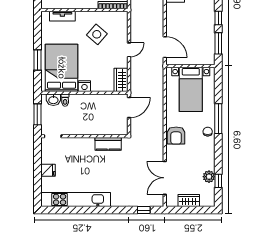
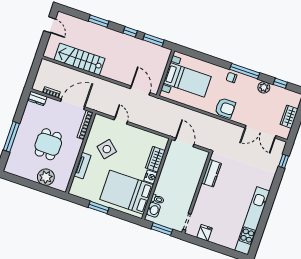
tv unit: (62, 16) -> (82, 166), moved
door: (165, 47) -> (140, 91), hinge flipped
door: (129, 50) -> (121, 121), moved
window: (37, 60) -> (99, 207), moved
wardrobe: (121, 80) -> (155, 159), moved, turned 90
window: (218, 119) -> (245, 71), moved
fridge: (48, 170) -> (205, 233), moved
plant: (209, 177) -> (264, 87), moved

